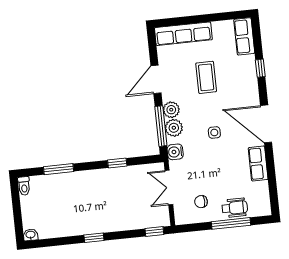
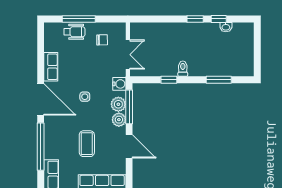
window: (260, 68) -> (41, 147), width x3.17
door: (156, 79) -> (129, 146), hinge flipped
toilet: (24, 186) -> (183, 69), moved
wheelchair: (235, 208) -> (74, 32), turned 180
window: (154, 231) -> (219, 19), moved
washbasin: (31, 235) -> (226, 27), moved

